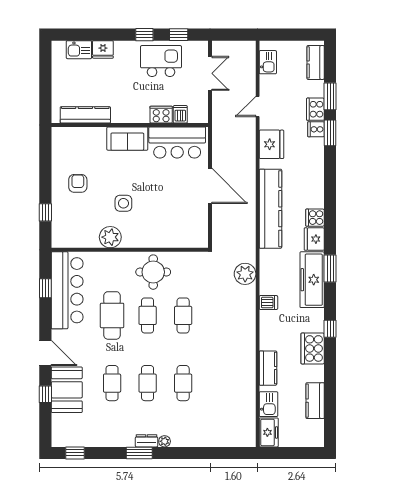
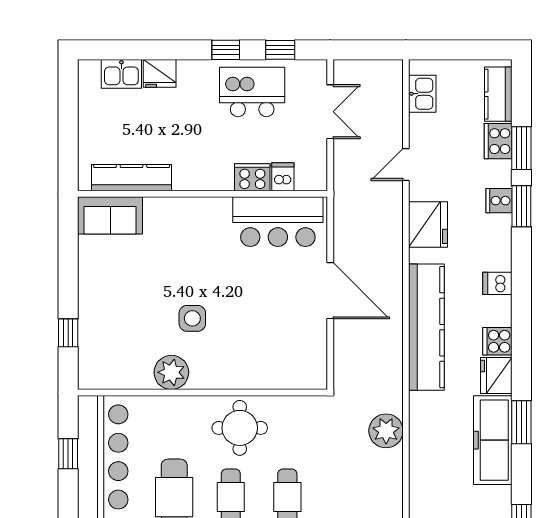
cooker: (315, 109) -> (498, 141), moved
sofa: (127, 139) -> (110, 215), moved
armchair: (78, 183) -> (120, 287), removed
dishwasher: (268, 303) -> (497, 283), moved, turned 180

